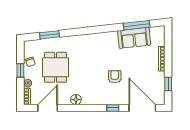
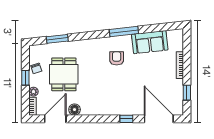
window: (137, 25) -> (124, 31), moved
armchair: (115, 77) -> (117, 58), moved
floor lamp: (76, 100) -> (75, 110), moved

